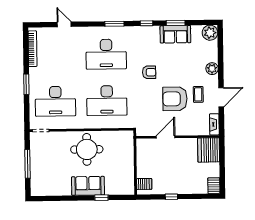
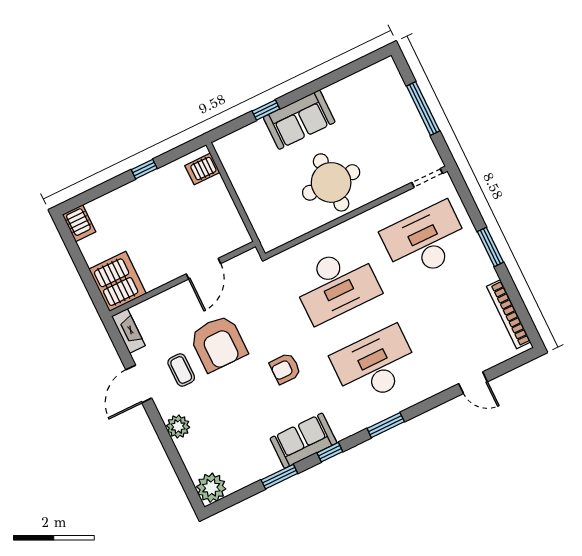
sofa: (175, 34) -> (303, 441), moved
armchair: (175, 99) -> (218, 343), turned 90
desk: (107, 101) -> (336, 284), turned 180

